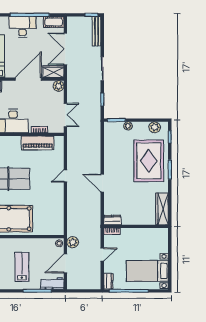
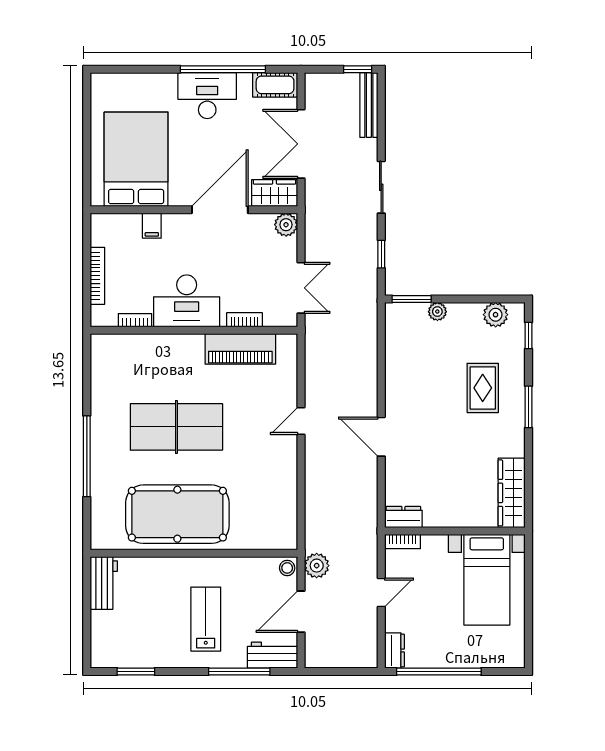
rug: (149, 161) -> (483, 388), width x0.54, depth x0.49
bed with nightstands: (147, 271) -> (487, 580), moved, turned -90

